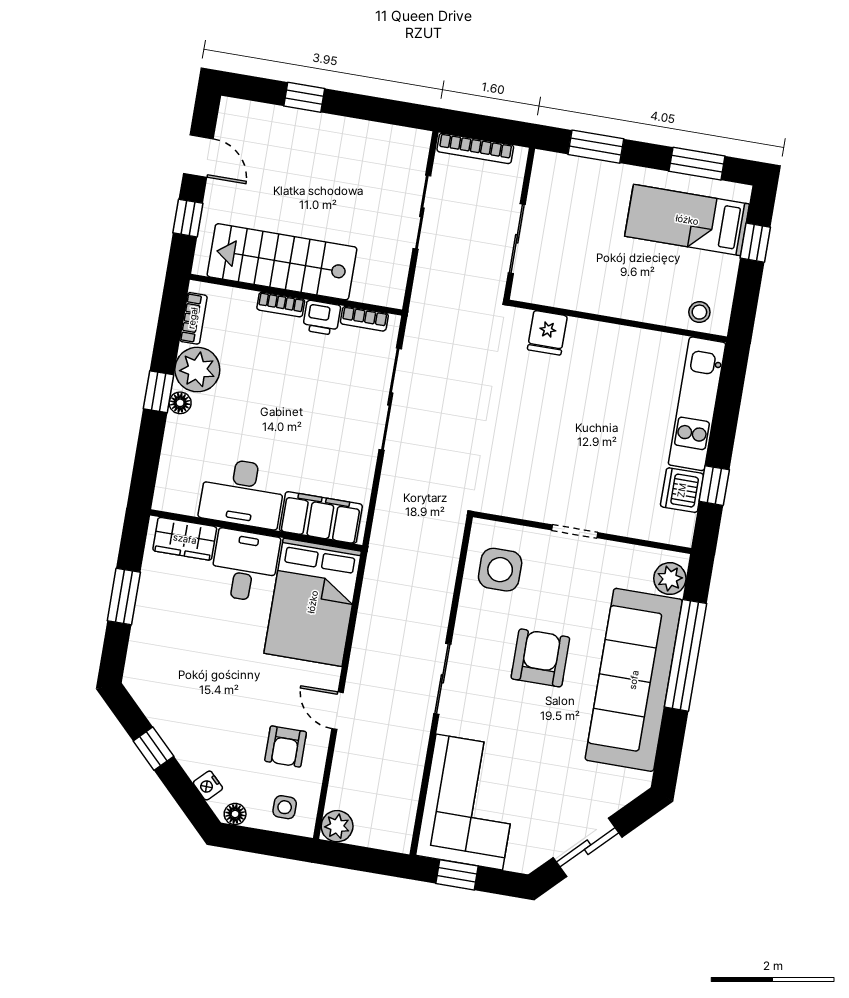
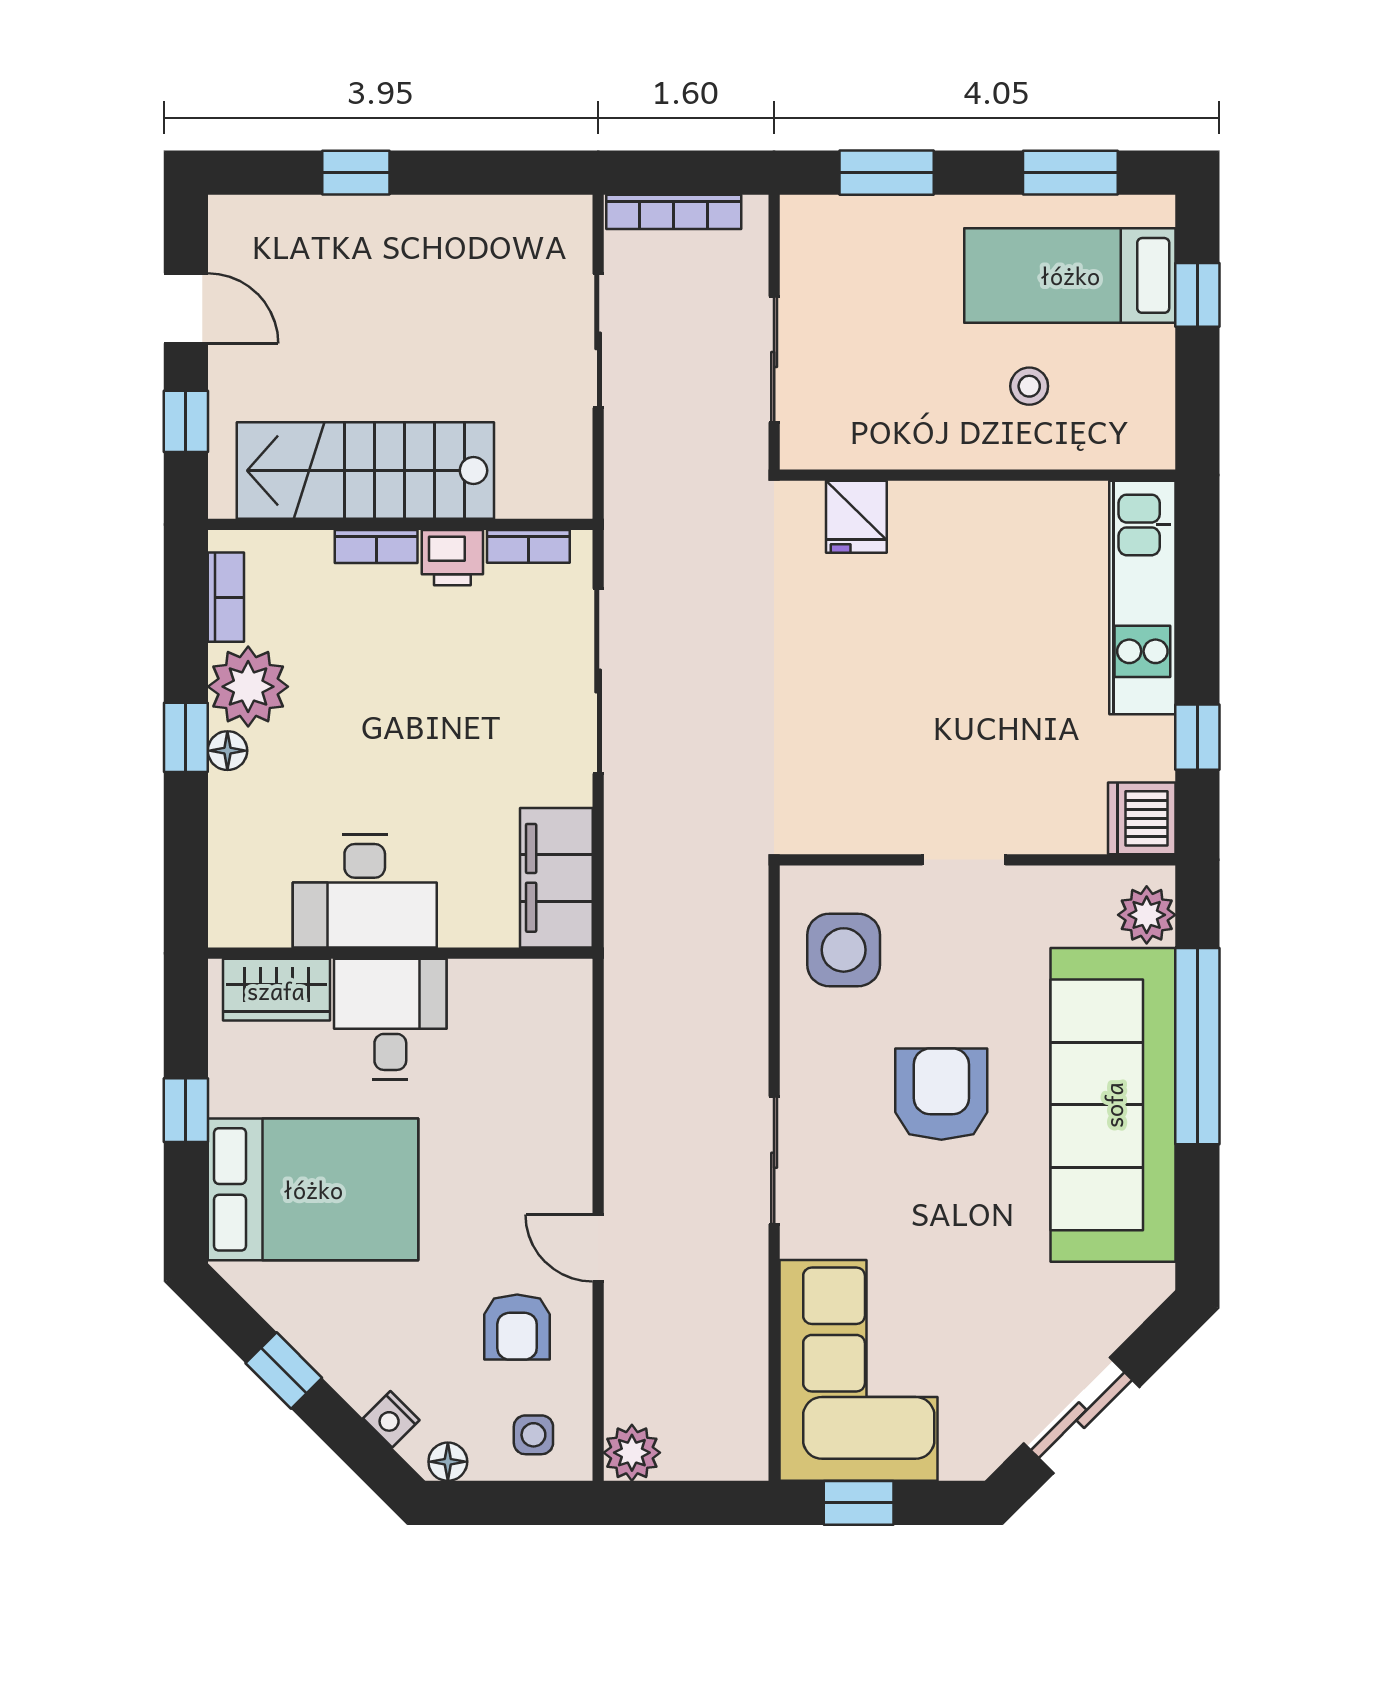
stool: (699, 312) -> (1029, 386), moved
dishwasher: (682, 490) -> (1142, 818), moved
filing cabinet: (321, 518) -> (556, 878), moved, turned -90
window: (124, 597) -> (186, 1110), width x0.67
bed: (313, 602) -> (313, 1189), moved, turned -90

